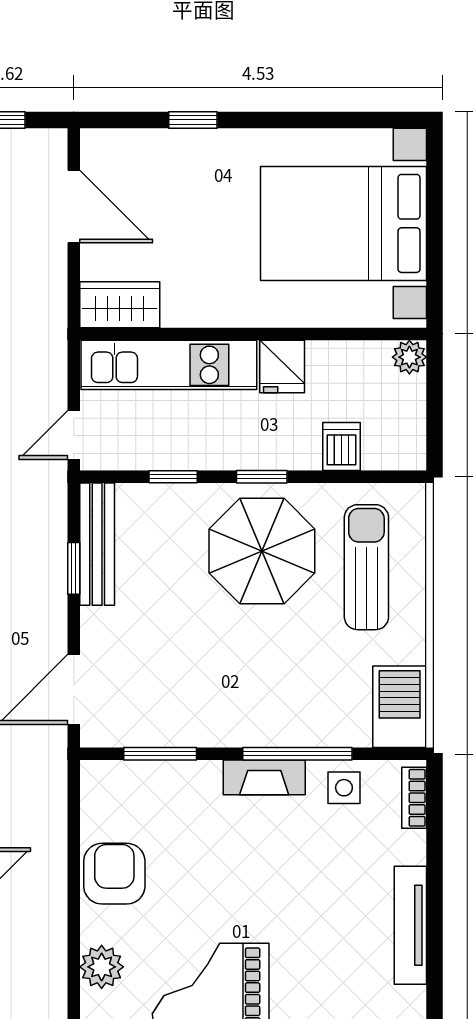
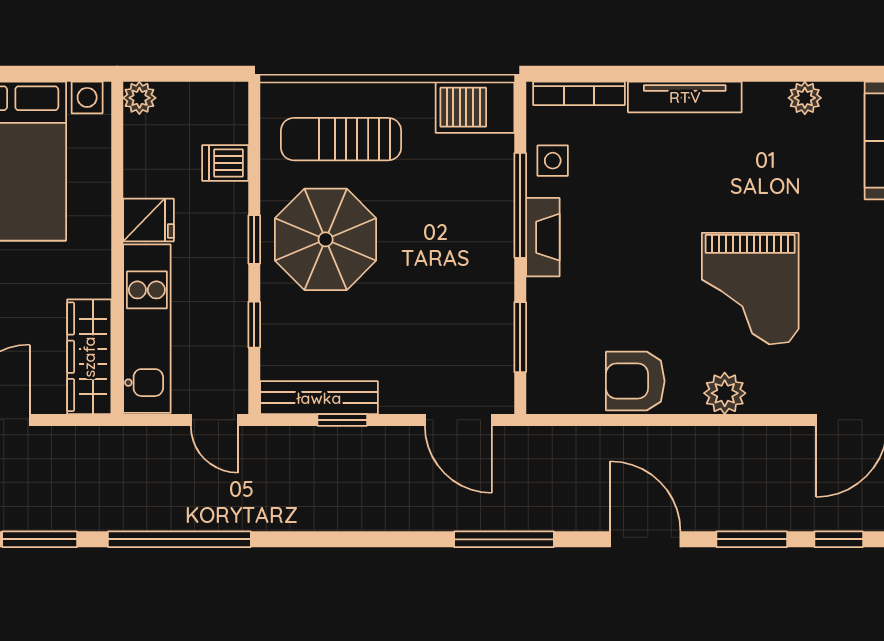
wardrobe: (120, 305) -> (89, 357), width x1.50
bookcase: (414, 798) -> (579, 93), width x1.56

